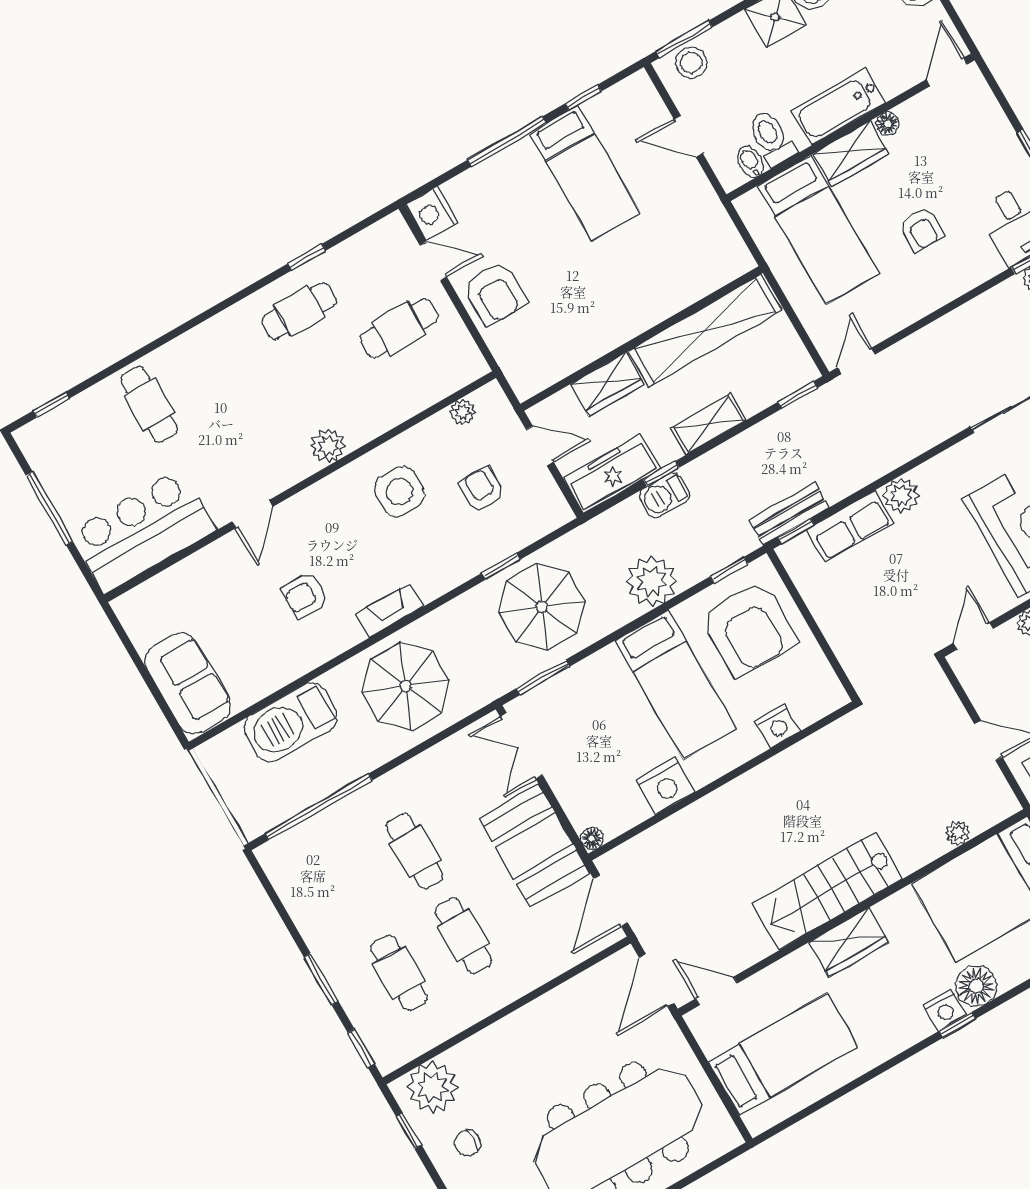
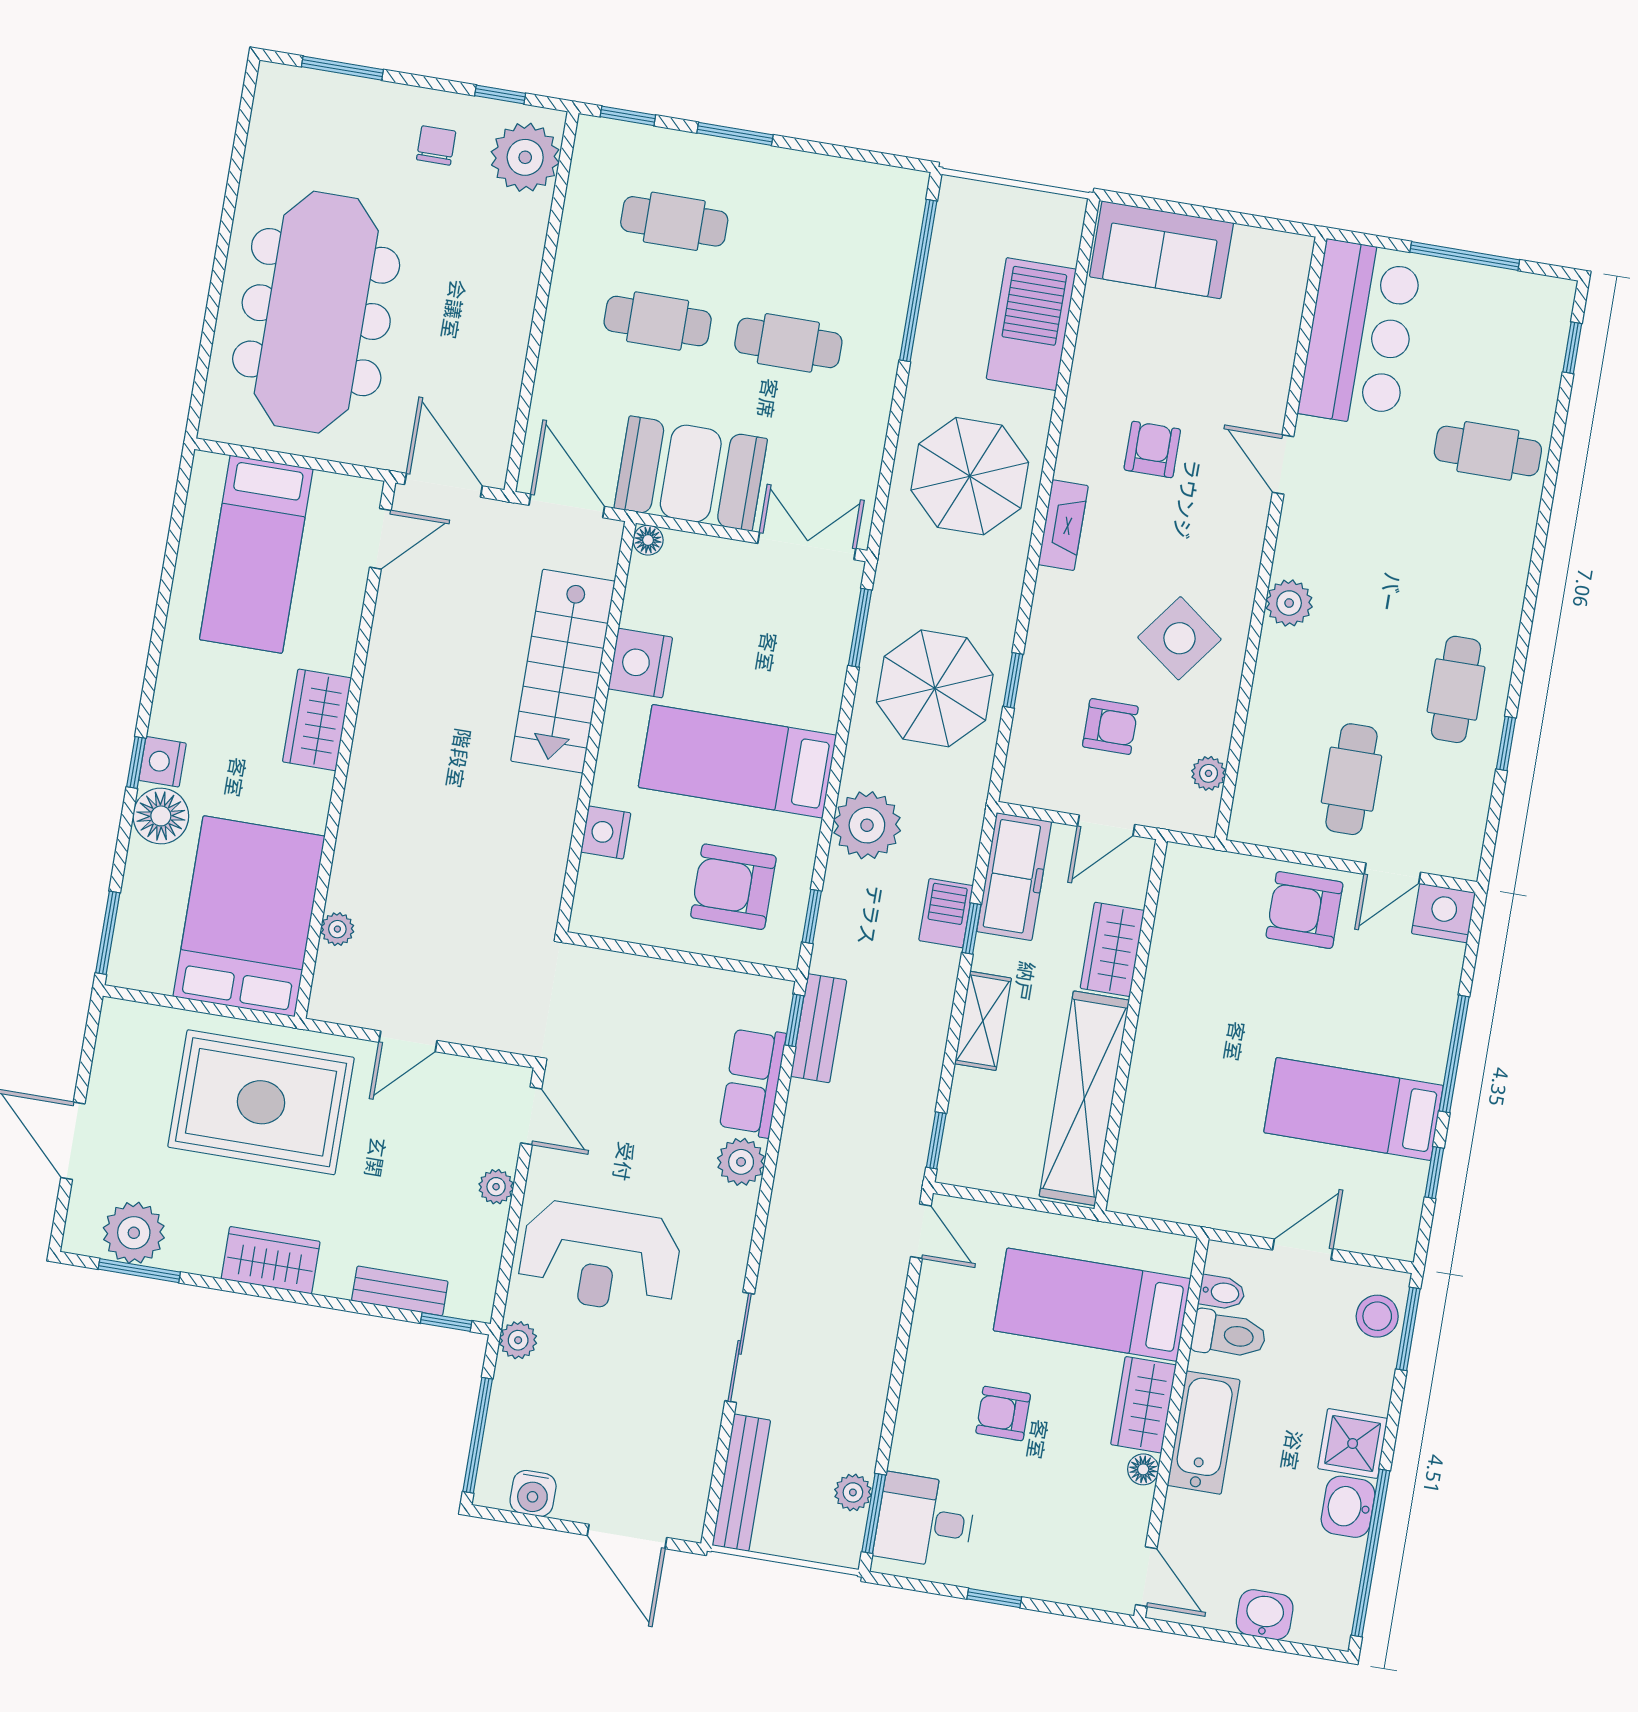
side table: (399, 492) -> (1179, 638), turned 37
armchair: (749, 628) -> (733, 887), width x0.73, depth x0.73
stairs: (827, 891) -> (563, 671), moved, turned 180

